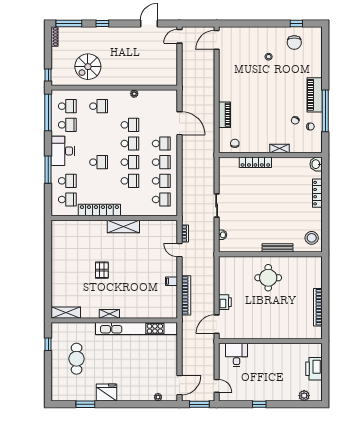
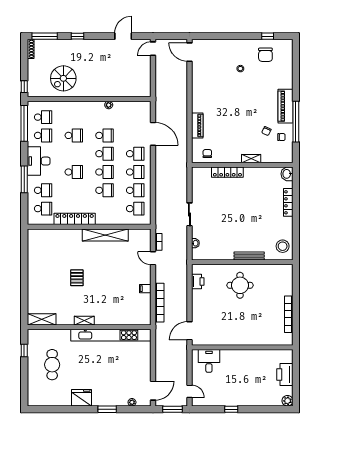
door: (217, 40) -> (189, 52), hinge flipped
school desk: (99, 106) -> (74, 135), moved
shelving: (123, 226) -> (105, 235), width x1.47
printer: (225, 302) -> (198, 281), moved
plant: (304, 396) -> (288, 401), moved
window: (85, 404) -> (107, 409), moved

